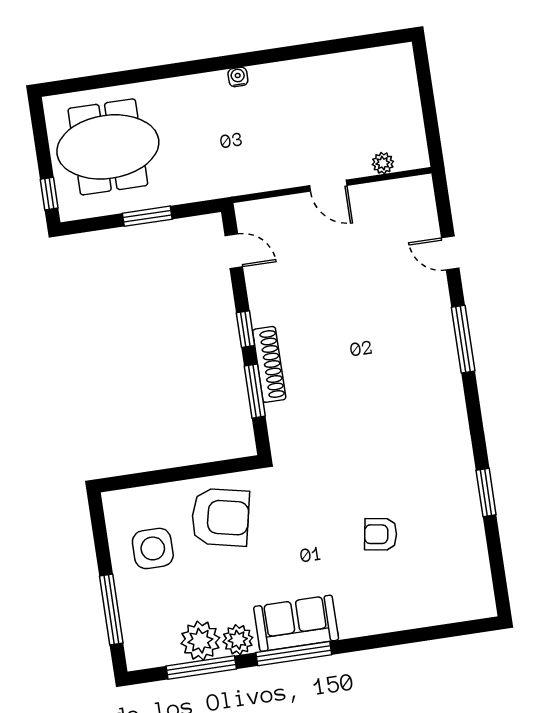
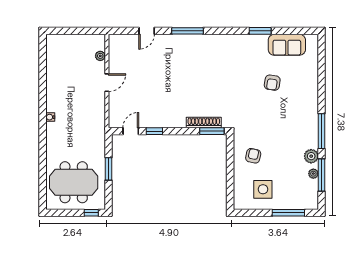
meeting table: (108, 147) -> (74, 182), turned 90
window: (245, 329) -> (154, 131), moved
shoe rack: (269, 364) -> (204, 123), moved
window: (255, 391) -> (212, 131), moved
armchair: (220, 517) -> (253, 156), width x0.53, depth x0.53
sofa: (296, 623) -> (287, 45), moved, turned -90
plant: (200, 641) -> (313, 174), width x0.53, depth x0.53

